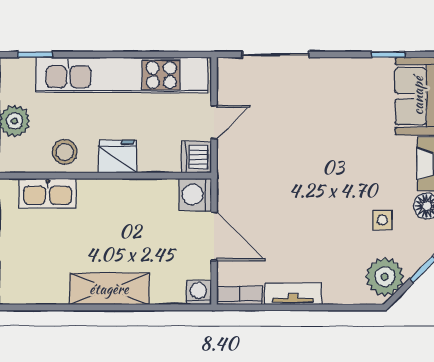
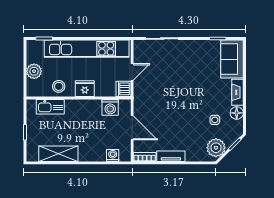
washing machine: (195, 195) -> (110, 107), moved, turned -90
shelving: (109, 289) -> (58, 154), moved
washing machine: (198, 292) -> (113, 155), moved

